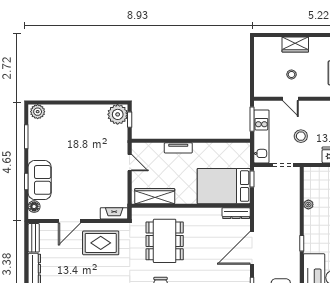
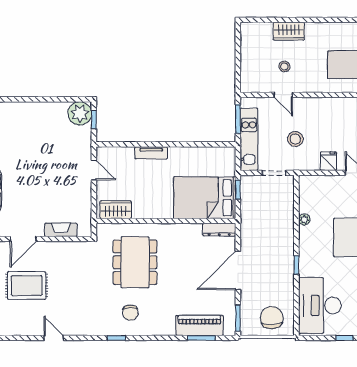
wardrobe: (155, 196) -> (116, 210), width x0.67
fireplace: (114, 213) -> (61, 230), moved
rug: (101, 243) -> (27, 285), moved

